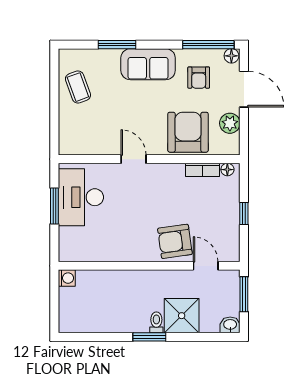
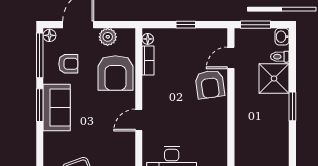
window: (117, 45) -> (40, 105), moved
armchair: (188, 132) -> (115, 73), turned -90
toilet: (156, 322) -> (280, 57), moved

